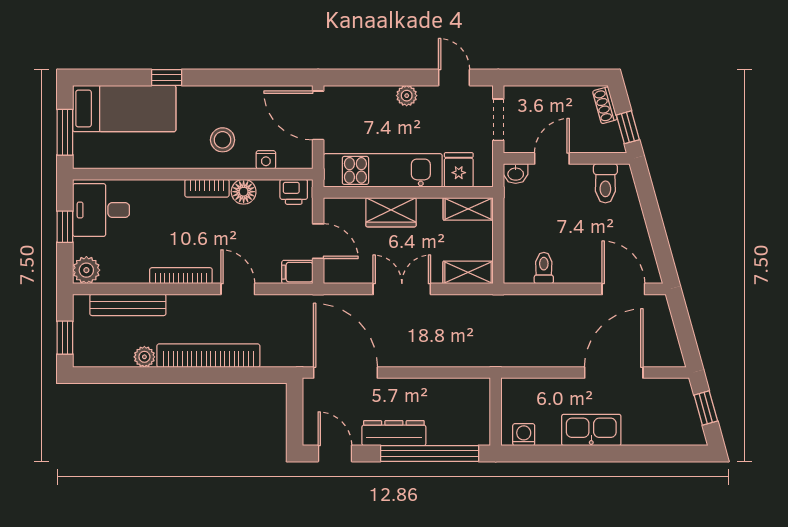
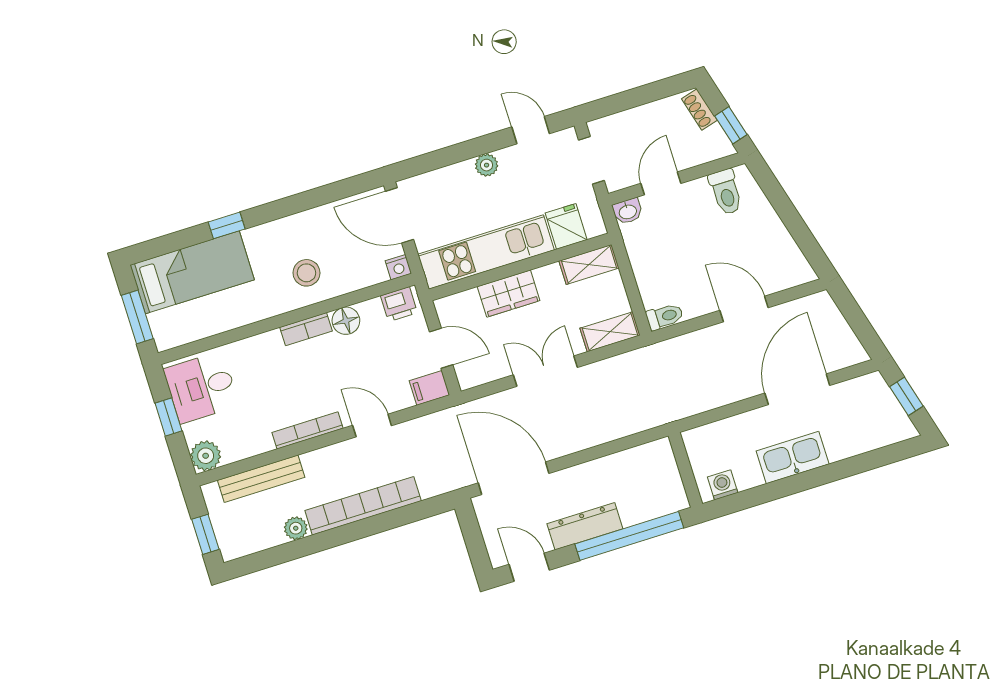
nightstand: (266, 160) -> (398, 267), moved
toilet: (544, 268) -> (665, 317), moved, turned 90
door: (623, 289) -> (744, 309), moved

